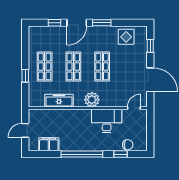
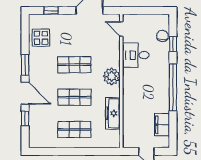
window: (25, 76) -> (85, 151), removed
desk: (107, 121) -> (136, 55), width x0.73

